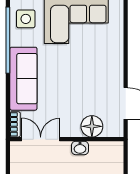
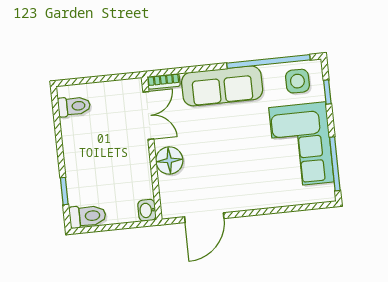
floor lamp: (92, 126) -> (169, 160), moved
washbasin: (80, 148) -> (147, 210), moved

